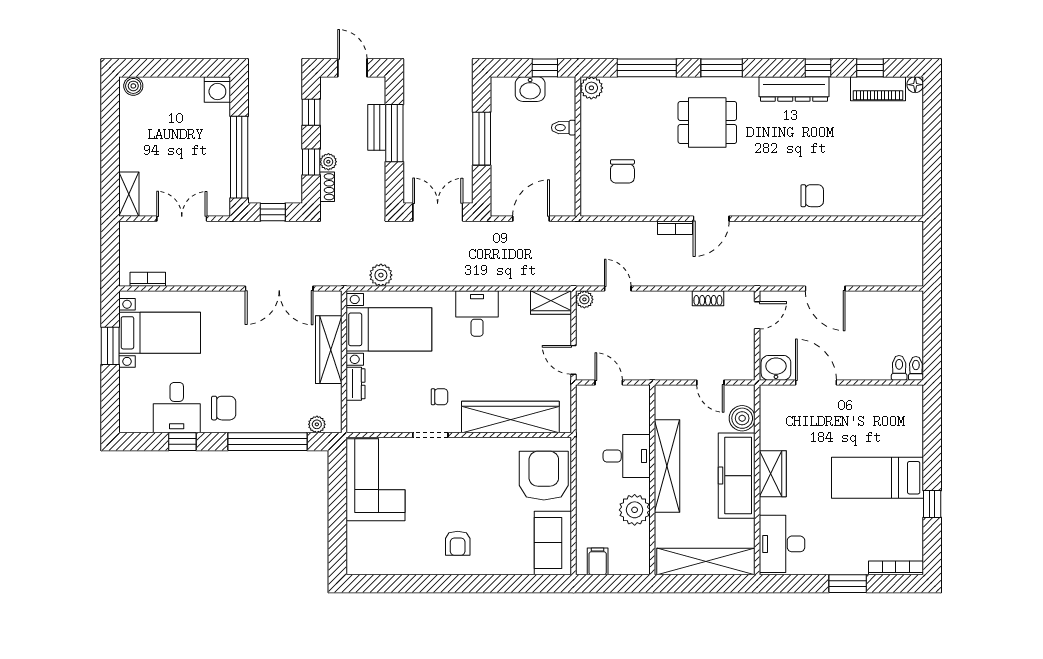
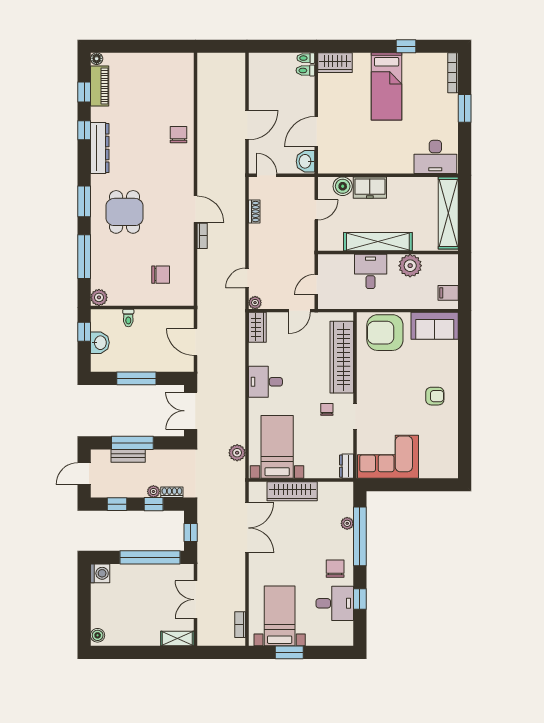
dresser: (355, 384) -> (347, 466), moved, turned -90
plant: (317, 424) -> (347, 523), moved
wardrobe: (773, 474) -> (335, 63), moved, turned 180
freezer: (737, 476) -> (370, 188), width x0.52, depth x0.79

